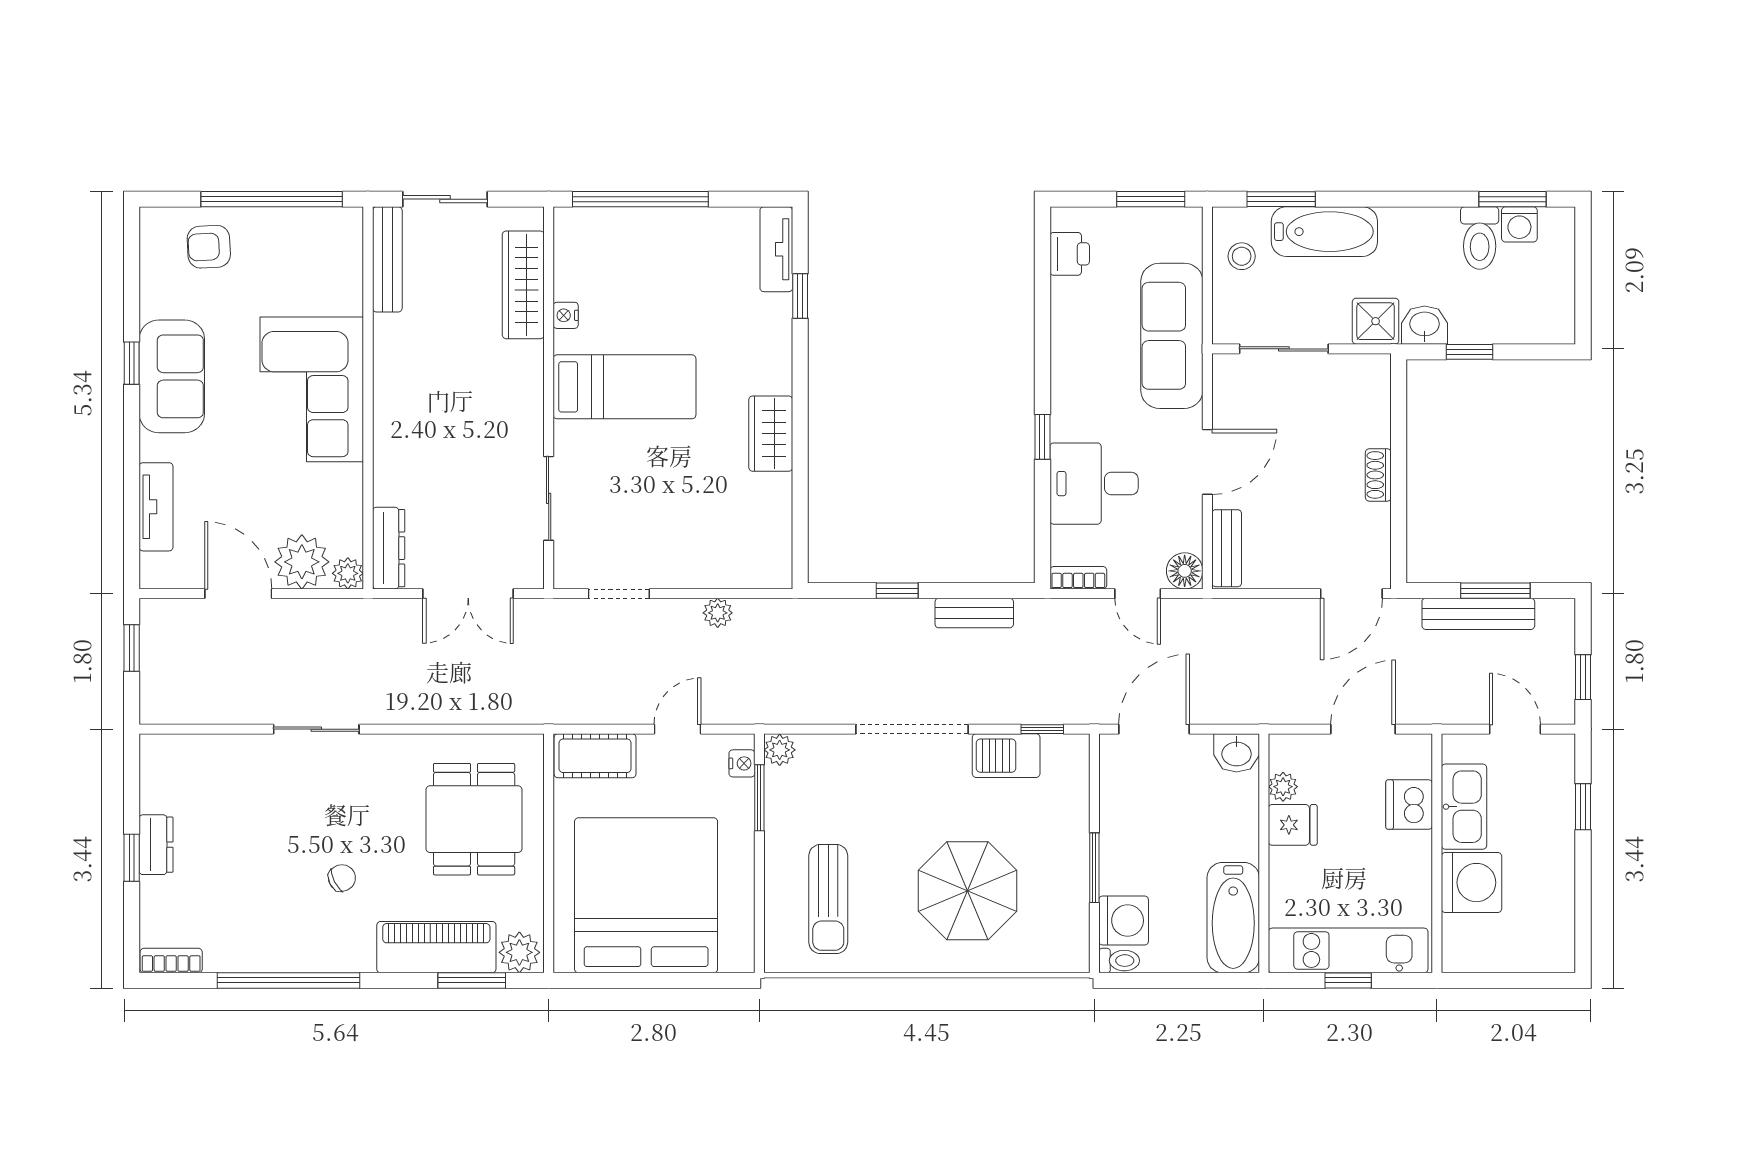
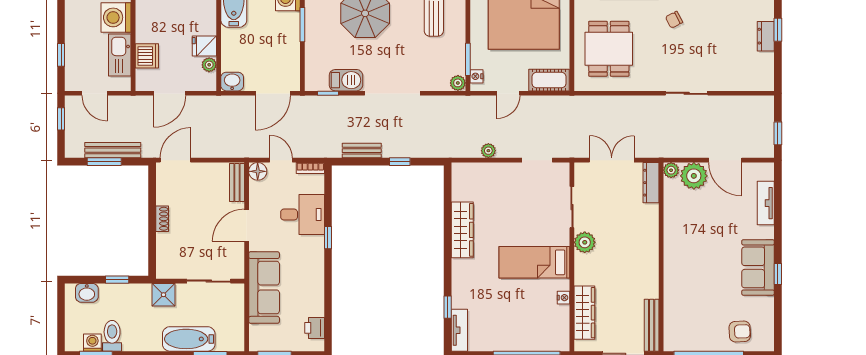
stool: (1242, 256) -> (230, 327), removed
washbasin: (1425, 325) -> (87, 293), moved
corner sofa: (312, 389) -> (689, 261), removed
plant: (523, 427) -> (585, 242), added
wardrobe: (771, 434) -> (462, 230), width x1.50

